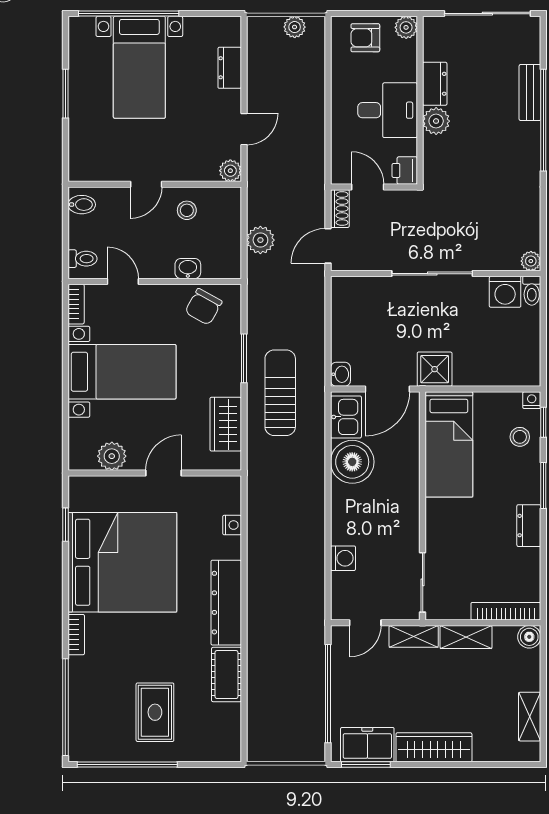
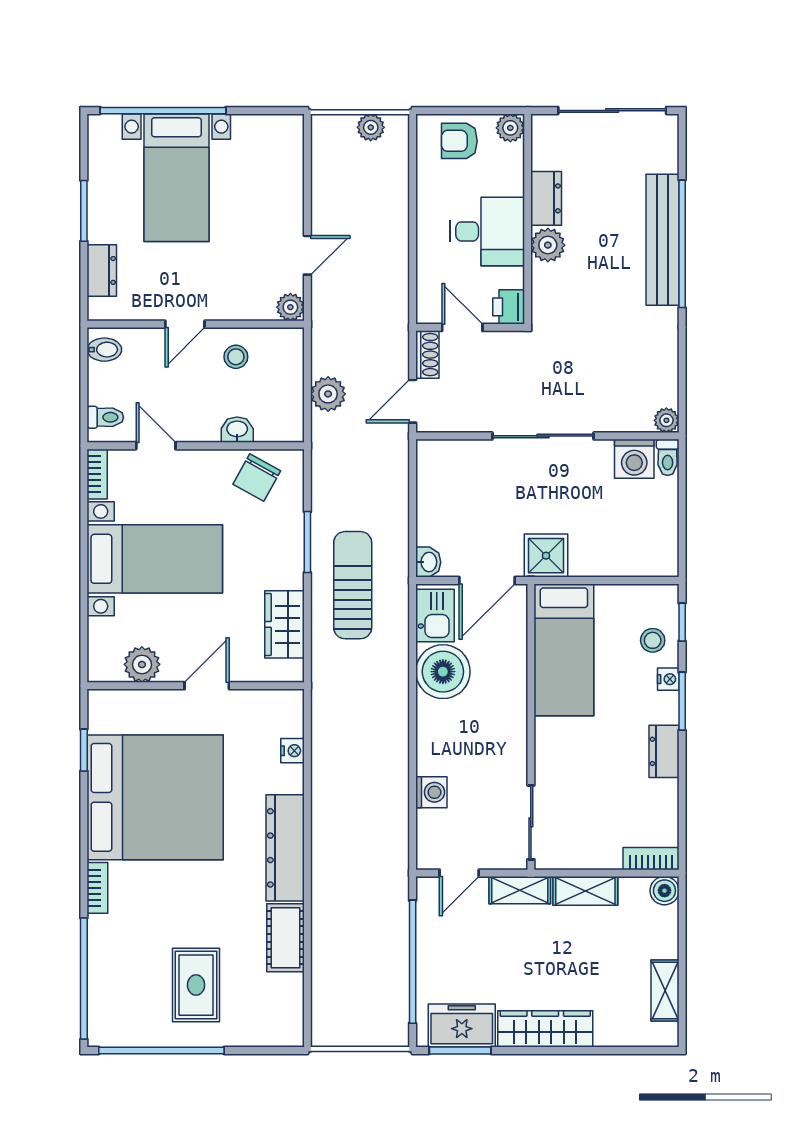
dresser: (230, 68) -> (102, 270), moved, turned 180
bench: (530, 93) -> (662, 240), width x1.86, depth x1.21
nightstand: (532, 400) -> (668, 679), moved, turned 90
bookcase: (506, 611) -> (651, 859), width x0.64

